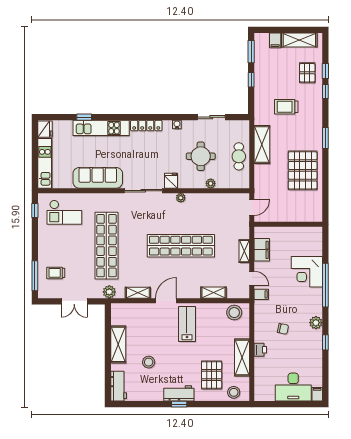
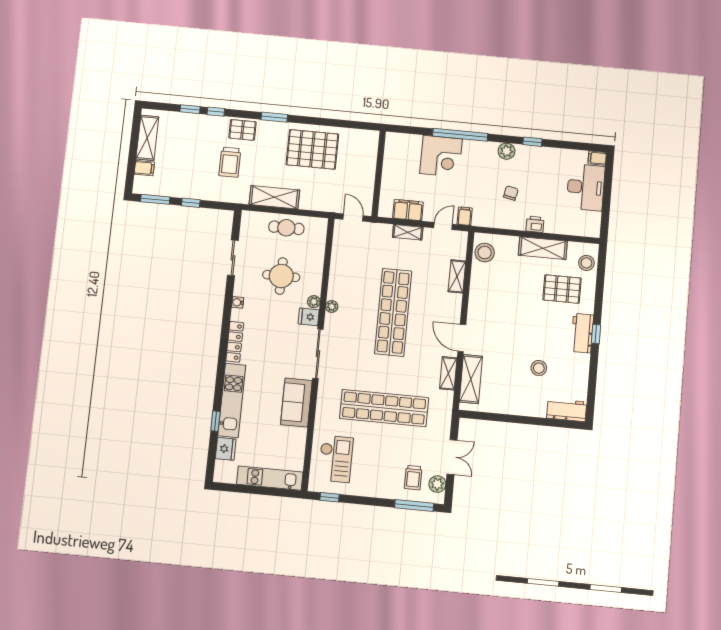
pallet: (307, 73) -> (242, 130), moved
fridge: (45, 129) -> (226, 449), moved, turned 90
sofa: (98, 178) -> (296, 403), width x0.73
plant: (211, 183) -> (314, 302), moved
plant: (109, 292) -> (437, 484), moved
lab bench: (187, 324) -> (494, 314), removed
shelving: (118, 344) -> (471, 379), moved, turned 90

